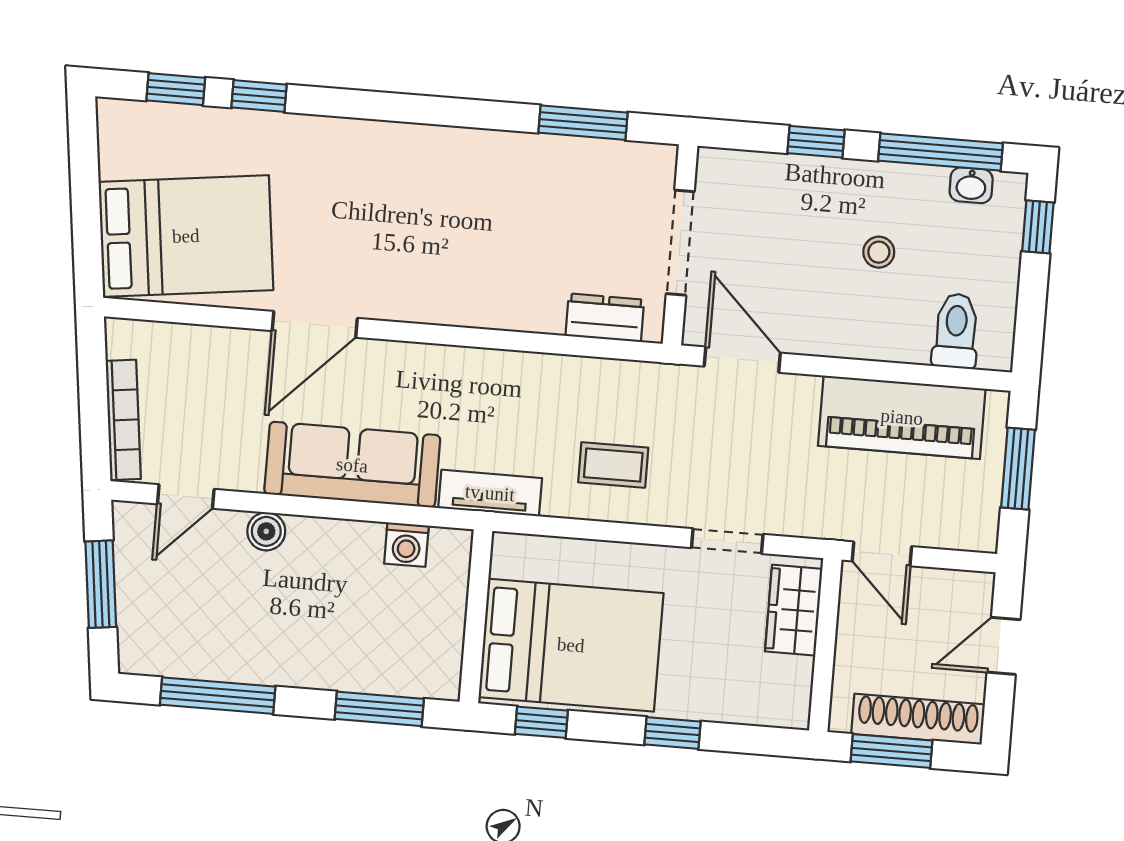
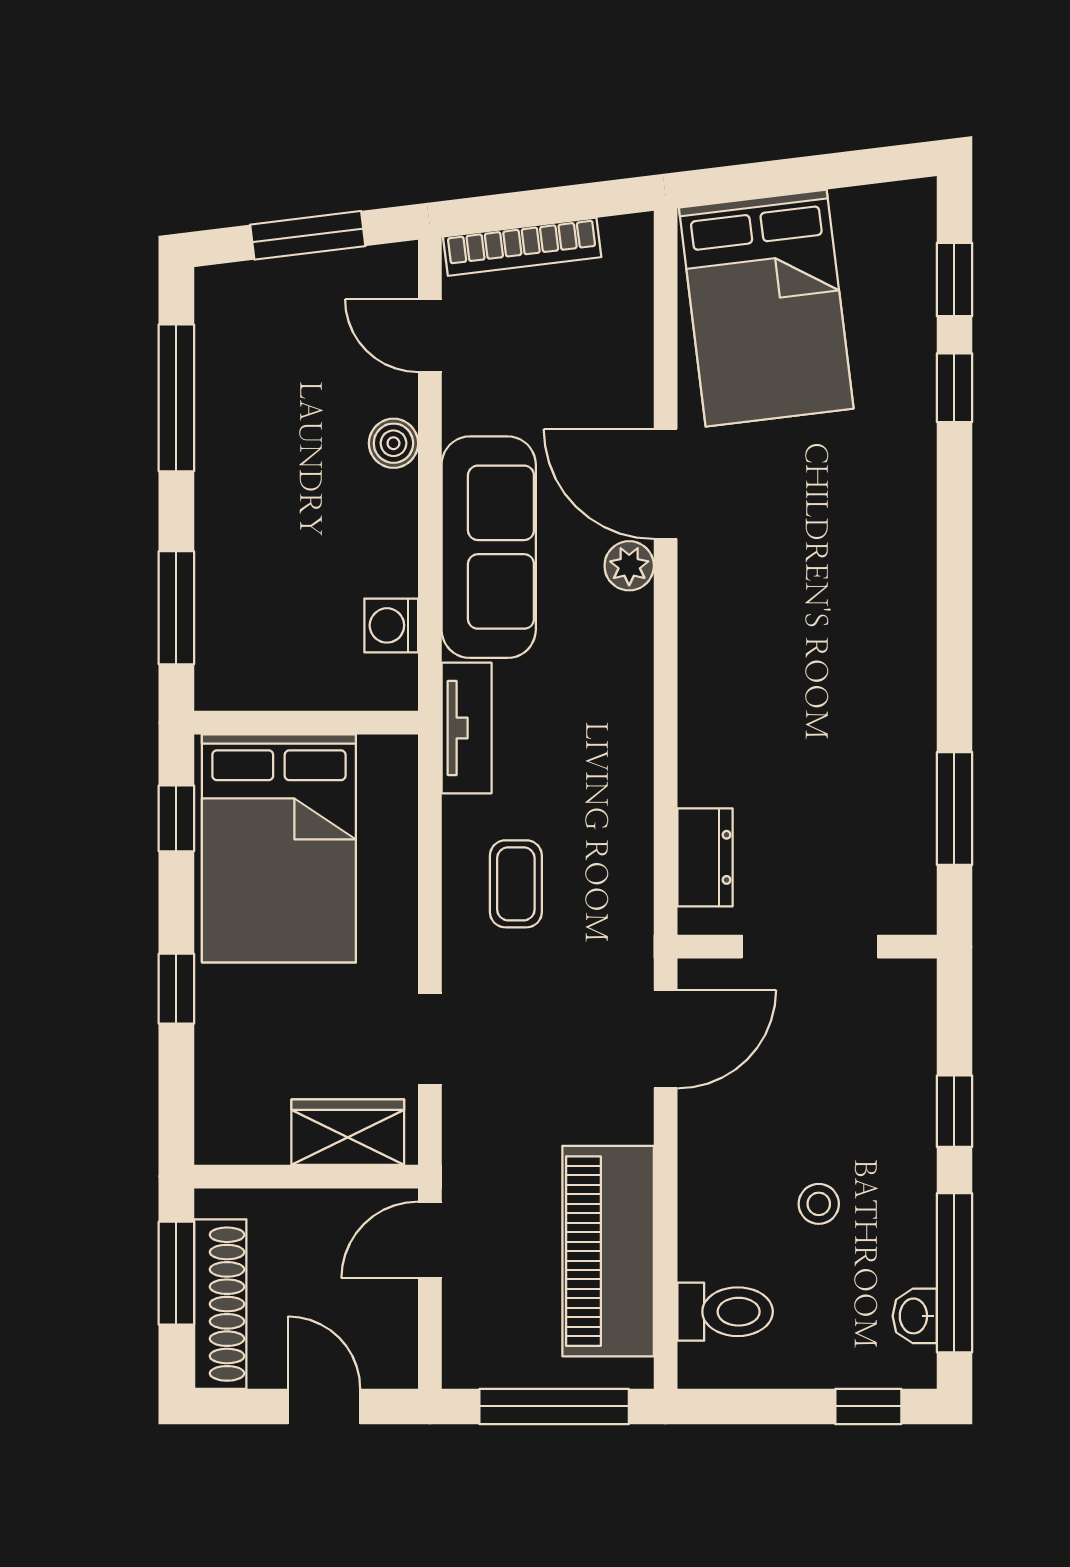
plant: (376, 358) -> (629, 566), added
window: (1018, 469) -> (554, 1406), width x1.44

